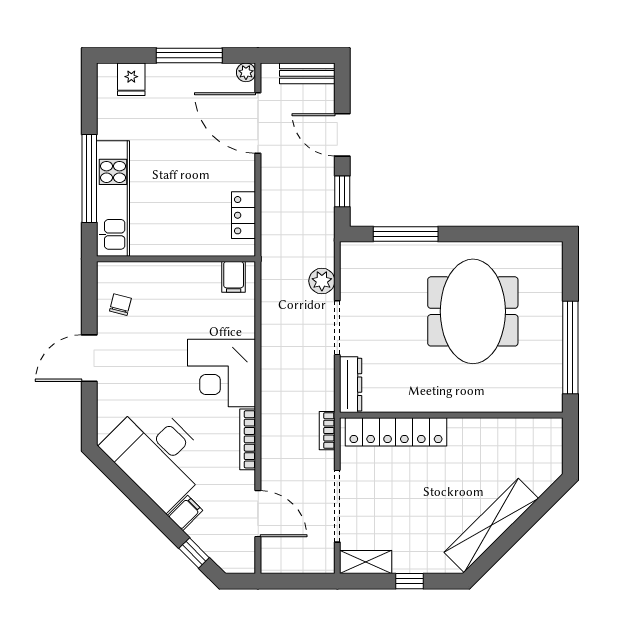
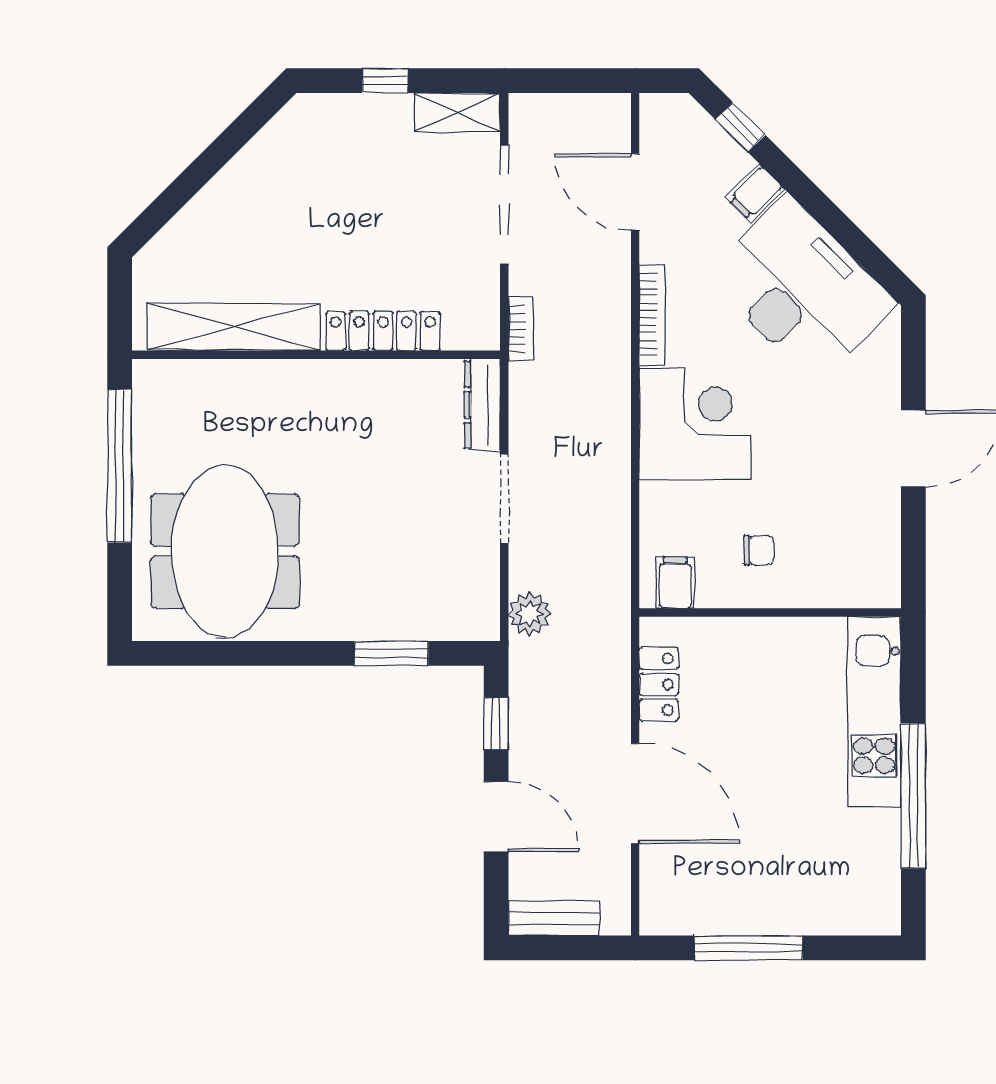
plant: (246, 72) -> (655, 920), removed
fridge: (131, 79) -> (844, 909), removed
door: (258, 123) -> (635, 794), moved
window: (89, 178) -> (913, 796), moved
window: (406, 234) -> (391, 653), width x0.69
plant: (322, 281) -> (530, 614), moved
chair: (120, 305) -> (759, 550), moved, turned -104
meeting table: (473, 311) -> (225, 551), moved
locker: (396, 432) -> (383, 331), width x0.71, depth x0.83
shelving: (491, 525) -> (234, 327), moved, turned 45

